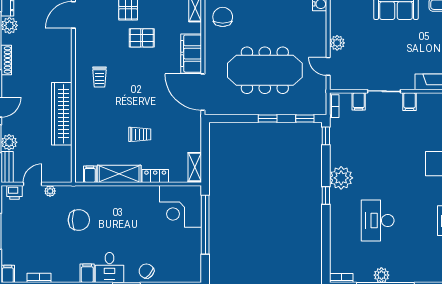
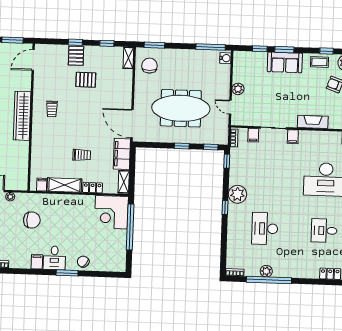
filing cabinet: (191, 54) -> (122, 154), moved
wardrobe: (62, 114) -> (22, 116), moved

